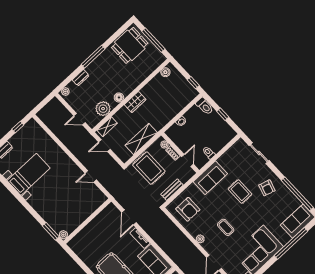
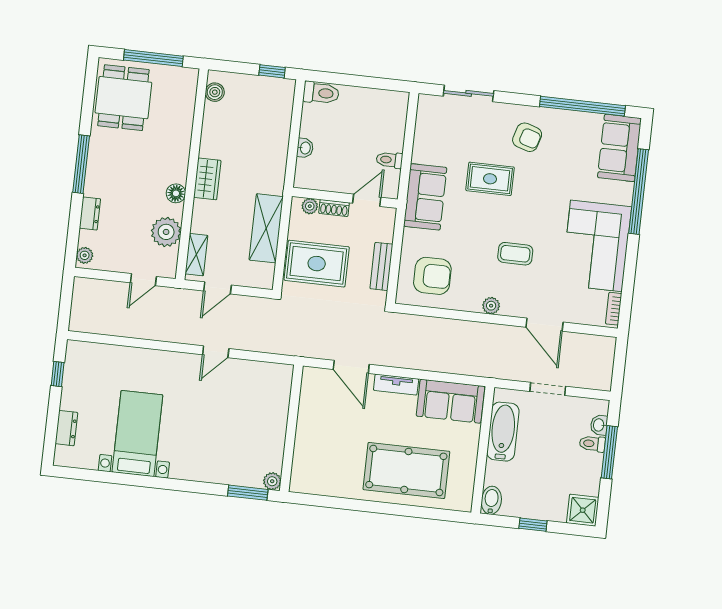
window: (223, 114) -> (360, 81), removed
door: (187, 160) -> (367, 200), hinge flipped
door: (91, 176) -> (216, 352), moved

